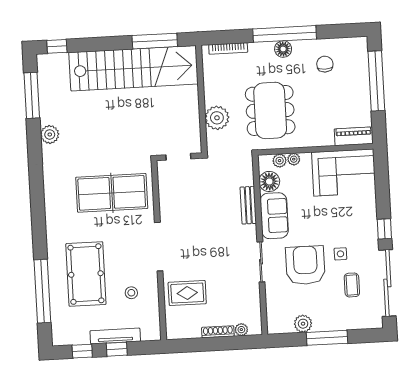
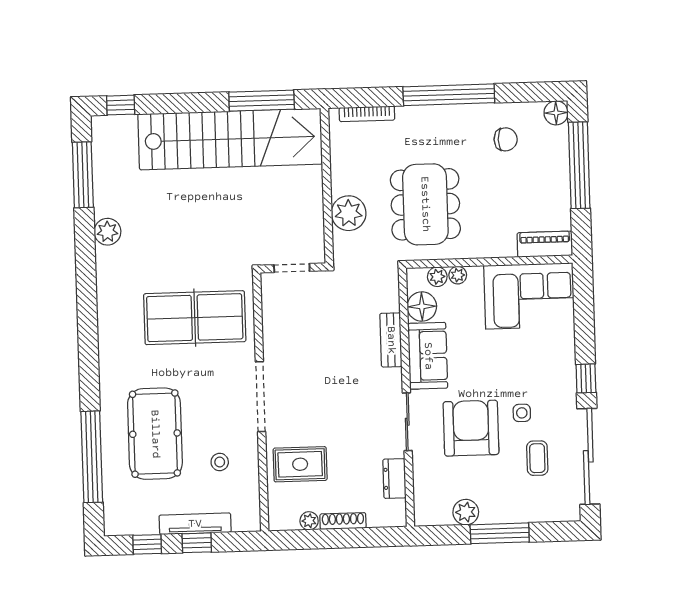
floor lamp: (283, 49) -> (556, 113), moved
chair: (325, 64) -> (506, 139), turned 90
dresser: (253, 301) -> (394, 479), added
plant: (241, 330) -> (309, 521), moved

